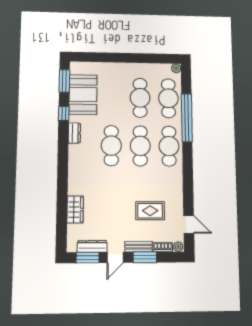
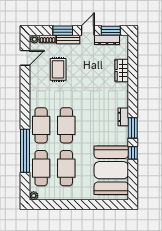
window: (64, 81) -> (133, 128), moved
booth: (83, 95) -> (111, 170), width x1.36, depth x1.42
dresser: (74, 133) -> (123, 117), moved
cafe table: (111, 146) -> (91, 125), removed
rug: (150, 211) -> (58, 69), turned 90
door: (189, 224) -> (25, 58), swing flipped

